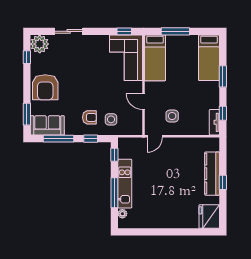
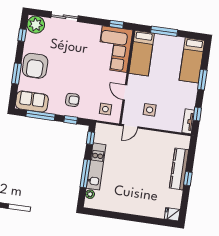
window: (27, 114) -> (16, 74), moved
side table: (111, 119) -> (105, 109), moved
fridge: (209, 217) -> (172, 214), width x0.53, depth x0.75

